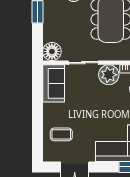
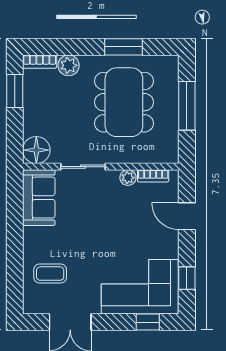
plant: (109, 75) -> (128, 178), width x0.53, depth x0.53

